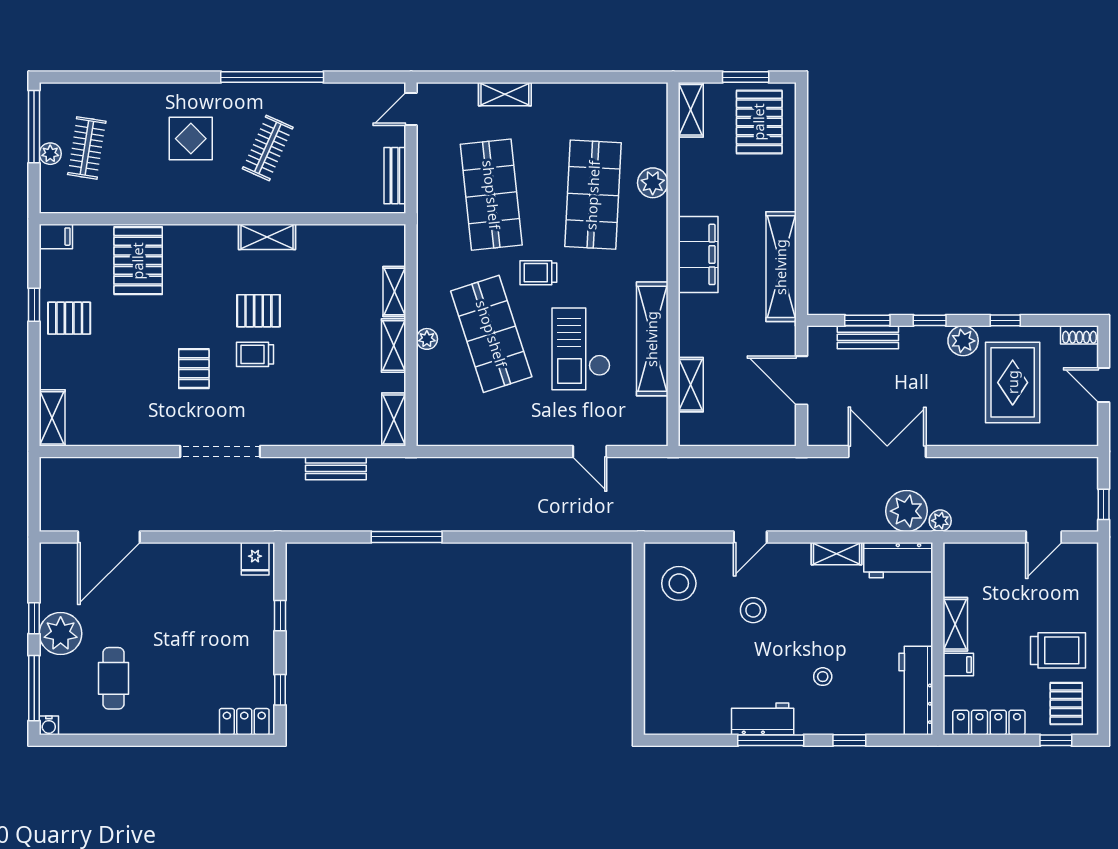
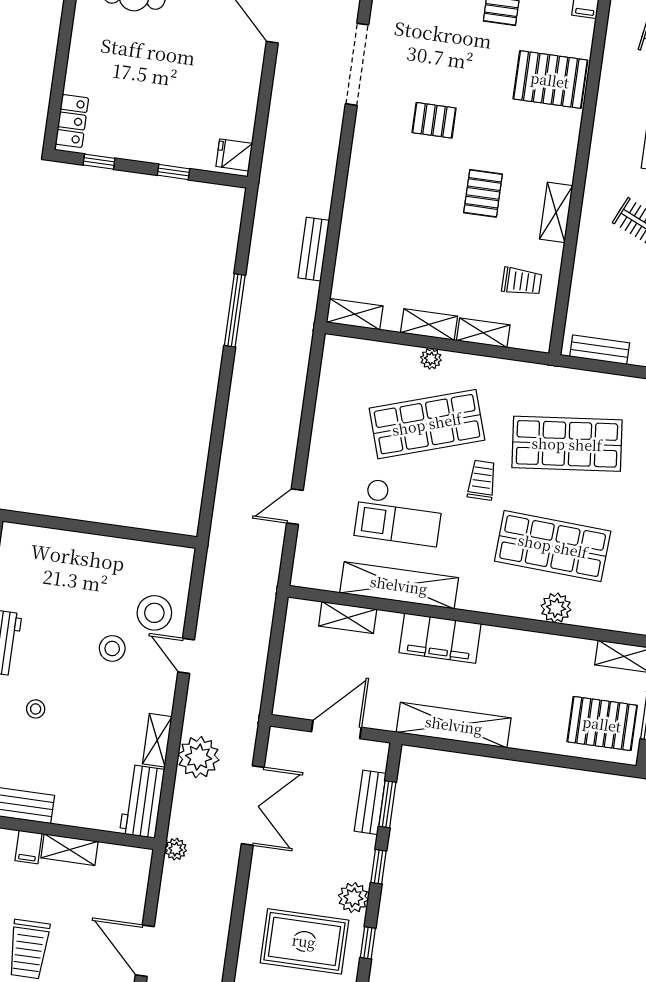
filing cabinet: (698, 254) -> (440, 638), moved
checkout: (581, 349) -> (399, 512), turned 180
trolley: (255, 354) -> (522, 281), moved, turned 90
doorway: (220, 451) -> (357, 64), moved
plant: (907, 511) -> (199, 757), moved
door: (1044, 537) -> (145, 951), width x1.37
stool: (679, 583) -> (154, 613), moved

